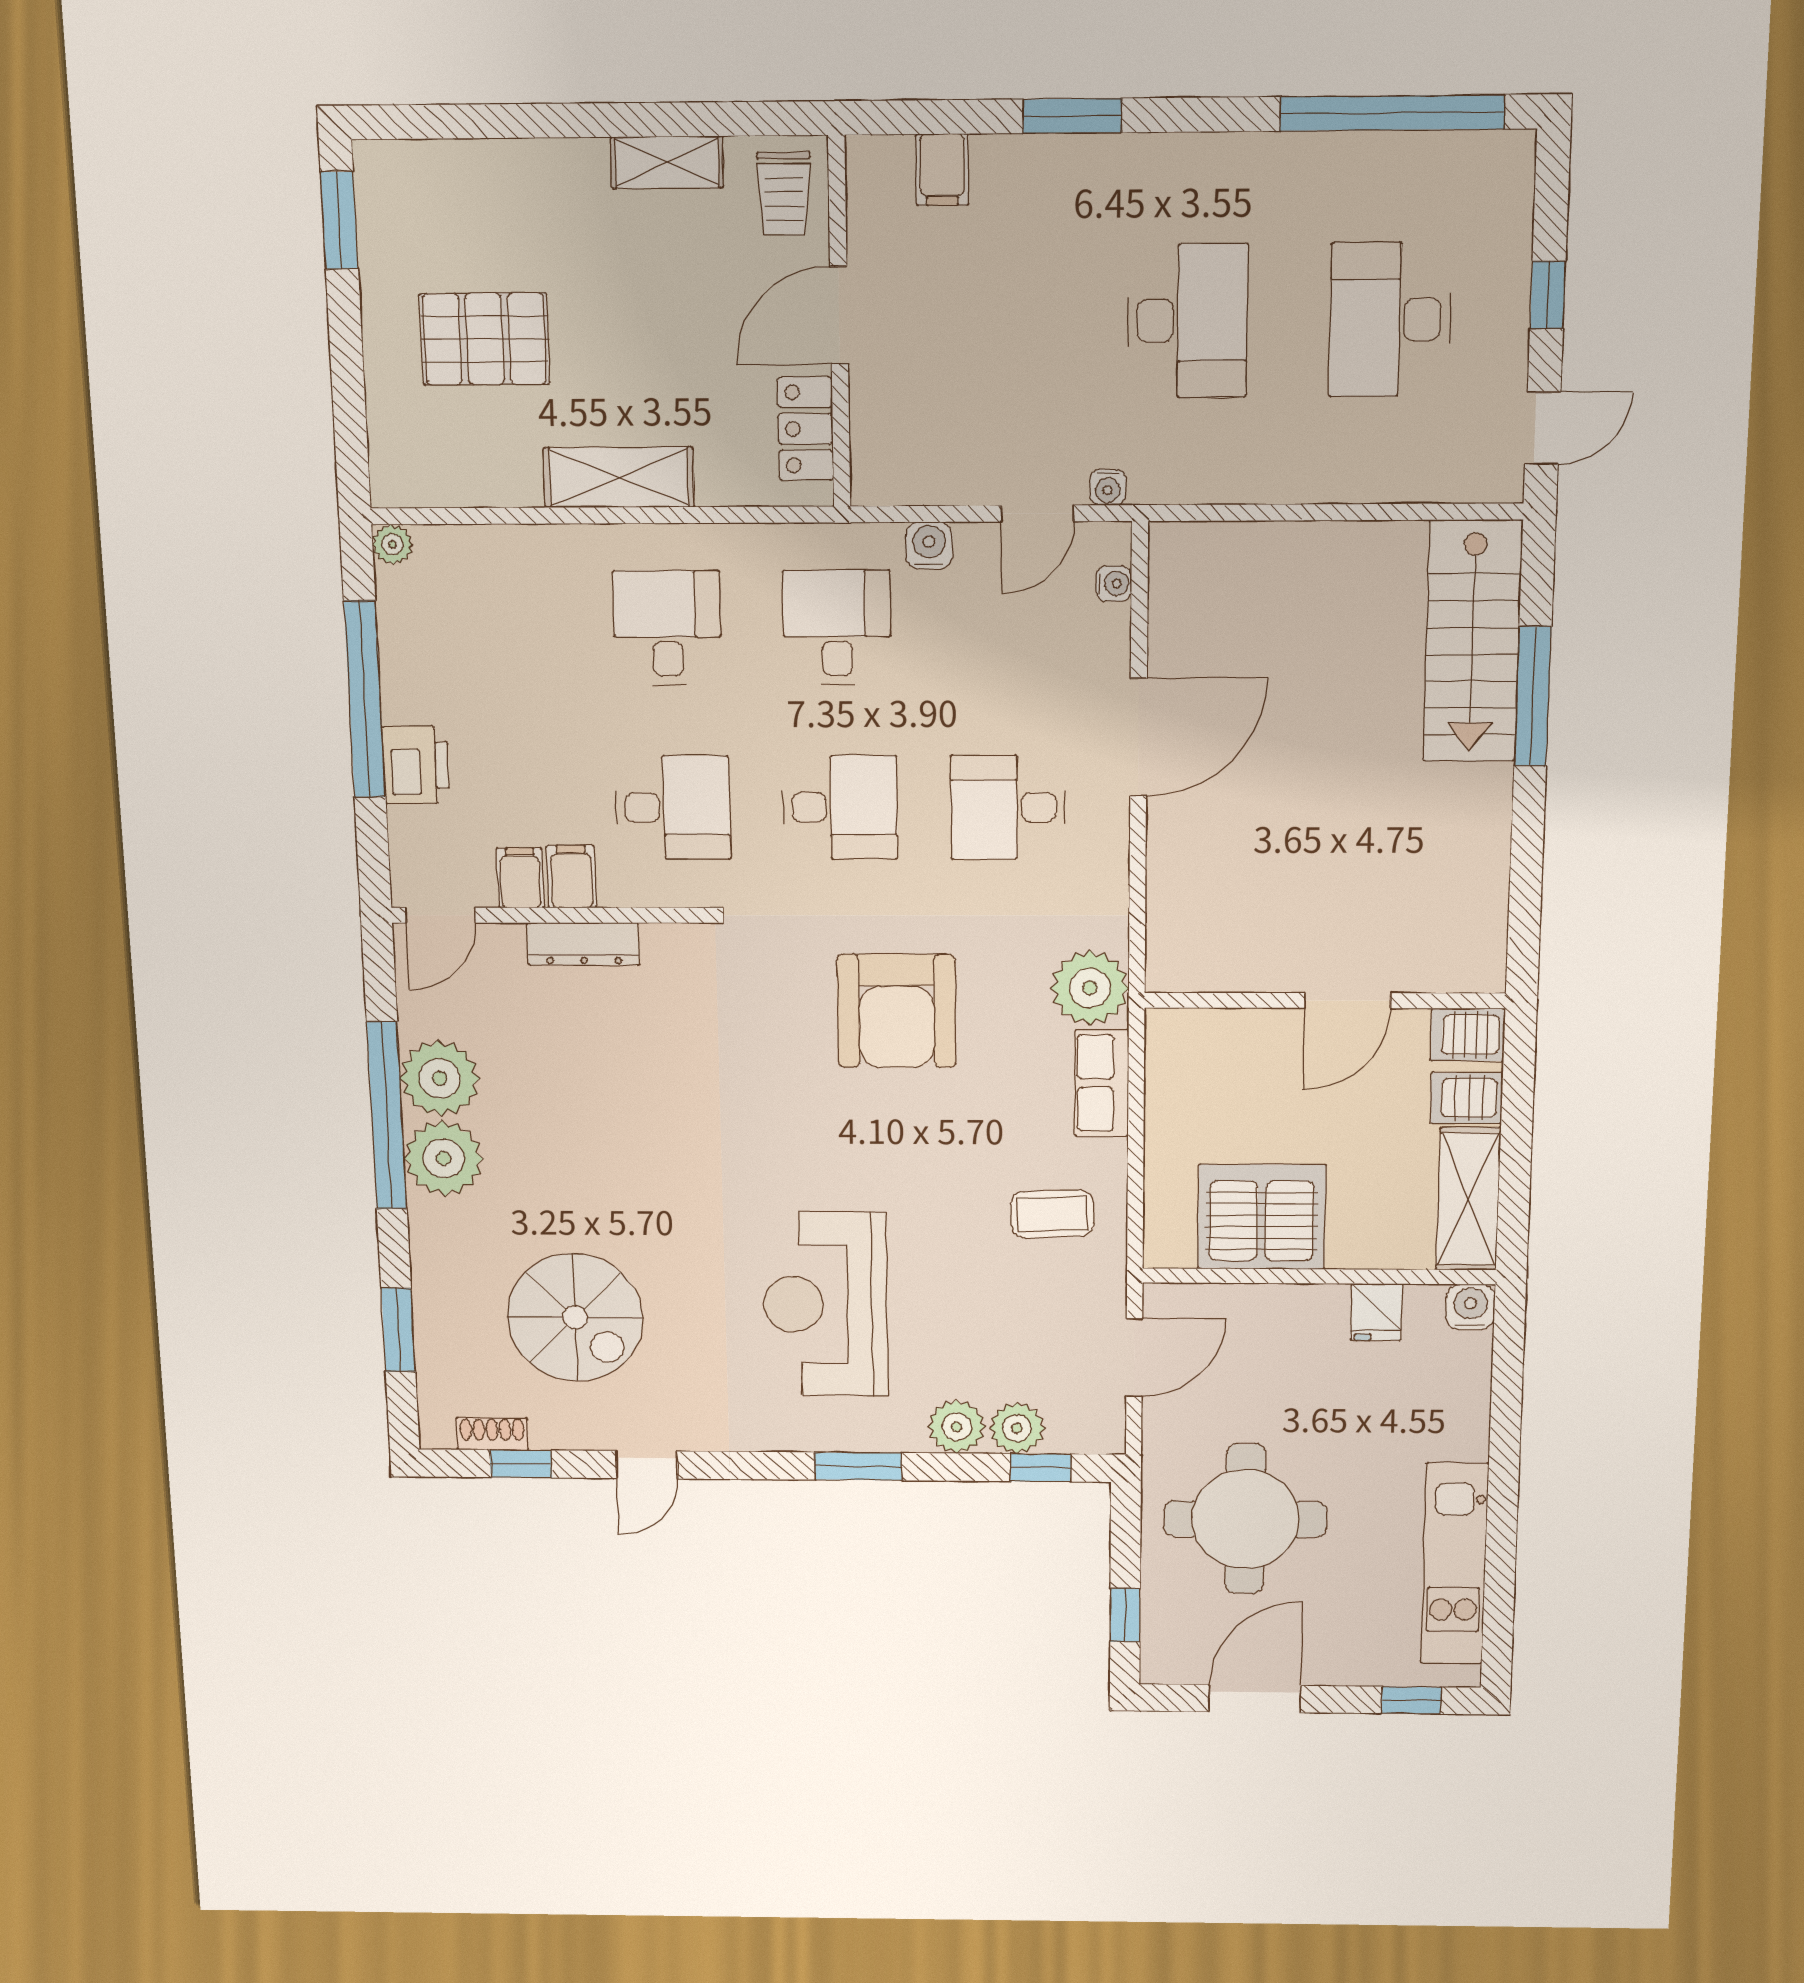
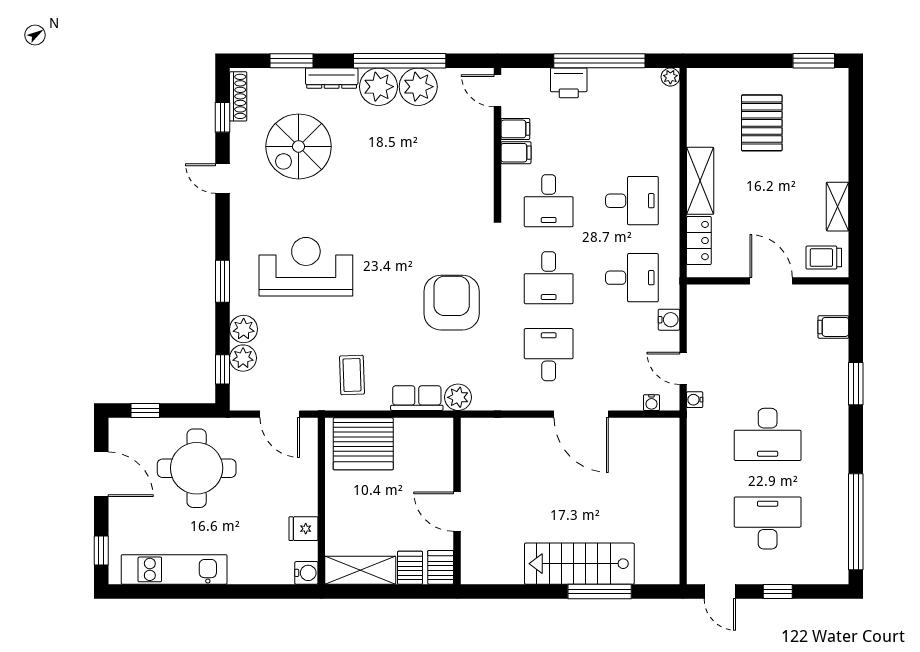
locker: (805, 429) -> (699, 241), moved, turned 90
stairs: (1472, 641) -> (579, 564), moved
dresser: (583, 944) -> (332, 78), moved, turned -90
plant: (1090, 988) -> (458, 397), width x0.73, depth x0.73
armchair: (897, 1011) -> (452, 303), turned 90
server rack: (1262, 1217) -> (363, 444), moved, turned 90
shoe rack: (492, 1434) -> (238, 96), width x1.43

